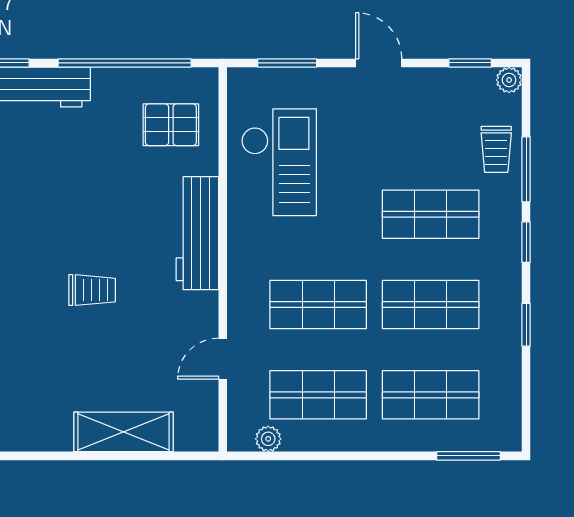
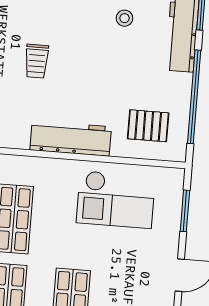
pallet: (171, 125) -> (148, 126), turned 90
stool: (21, 170) -> (124, 18), added

